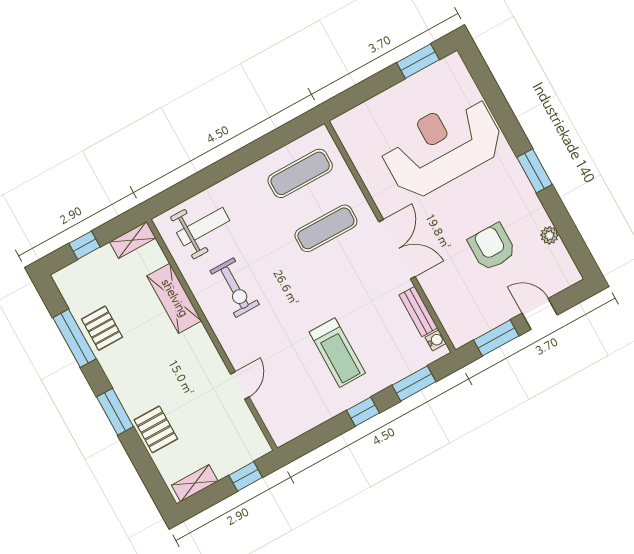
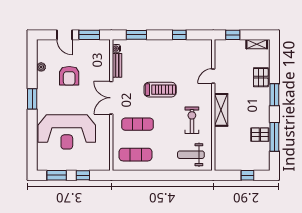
window: (372, 87) -> (83, 175), added
shelving: (133, 240) -> (225, 166), removed
shelving: (174, 298) -> (221, 110), moved
pallet: (102, 328) -> (260, 135), turned 90
treadmill: (337, 353) -> (160, 90), moved, turned 90
window: (363, 412) -> (179, 35), moved

